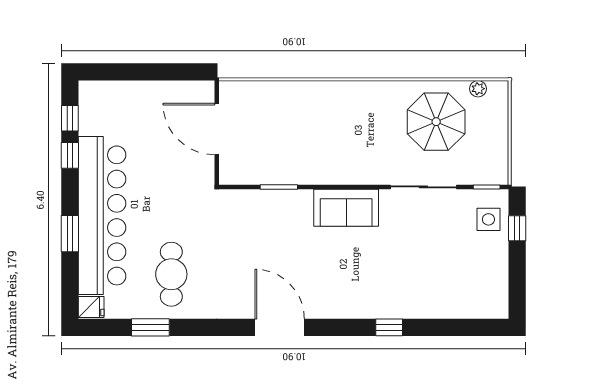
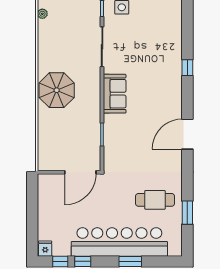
parasol: (436, 122) -> (57, 90), moved
door: (217, 129) -> (80, 172), moved
fridge: (91, 307) -> (45, 249), moved

